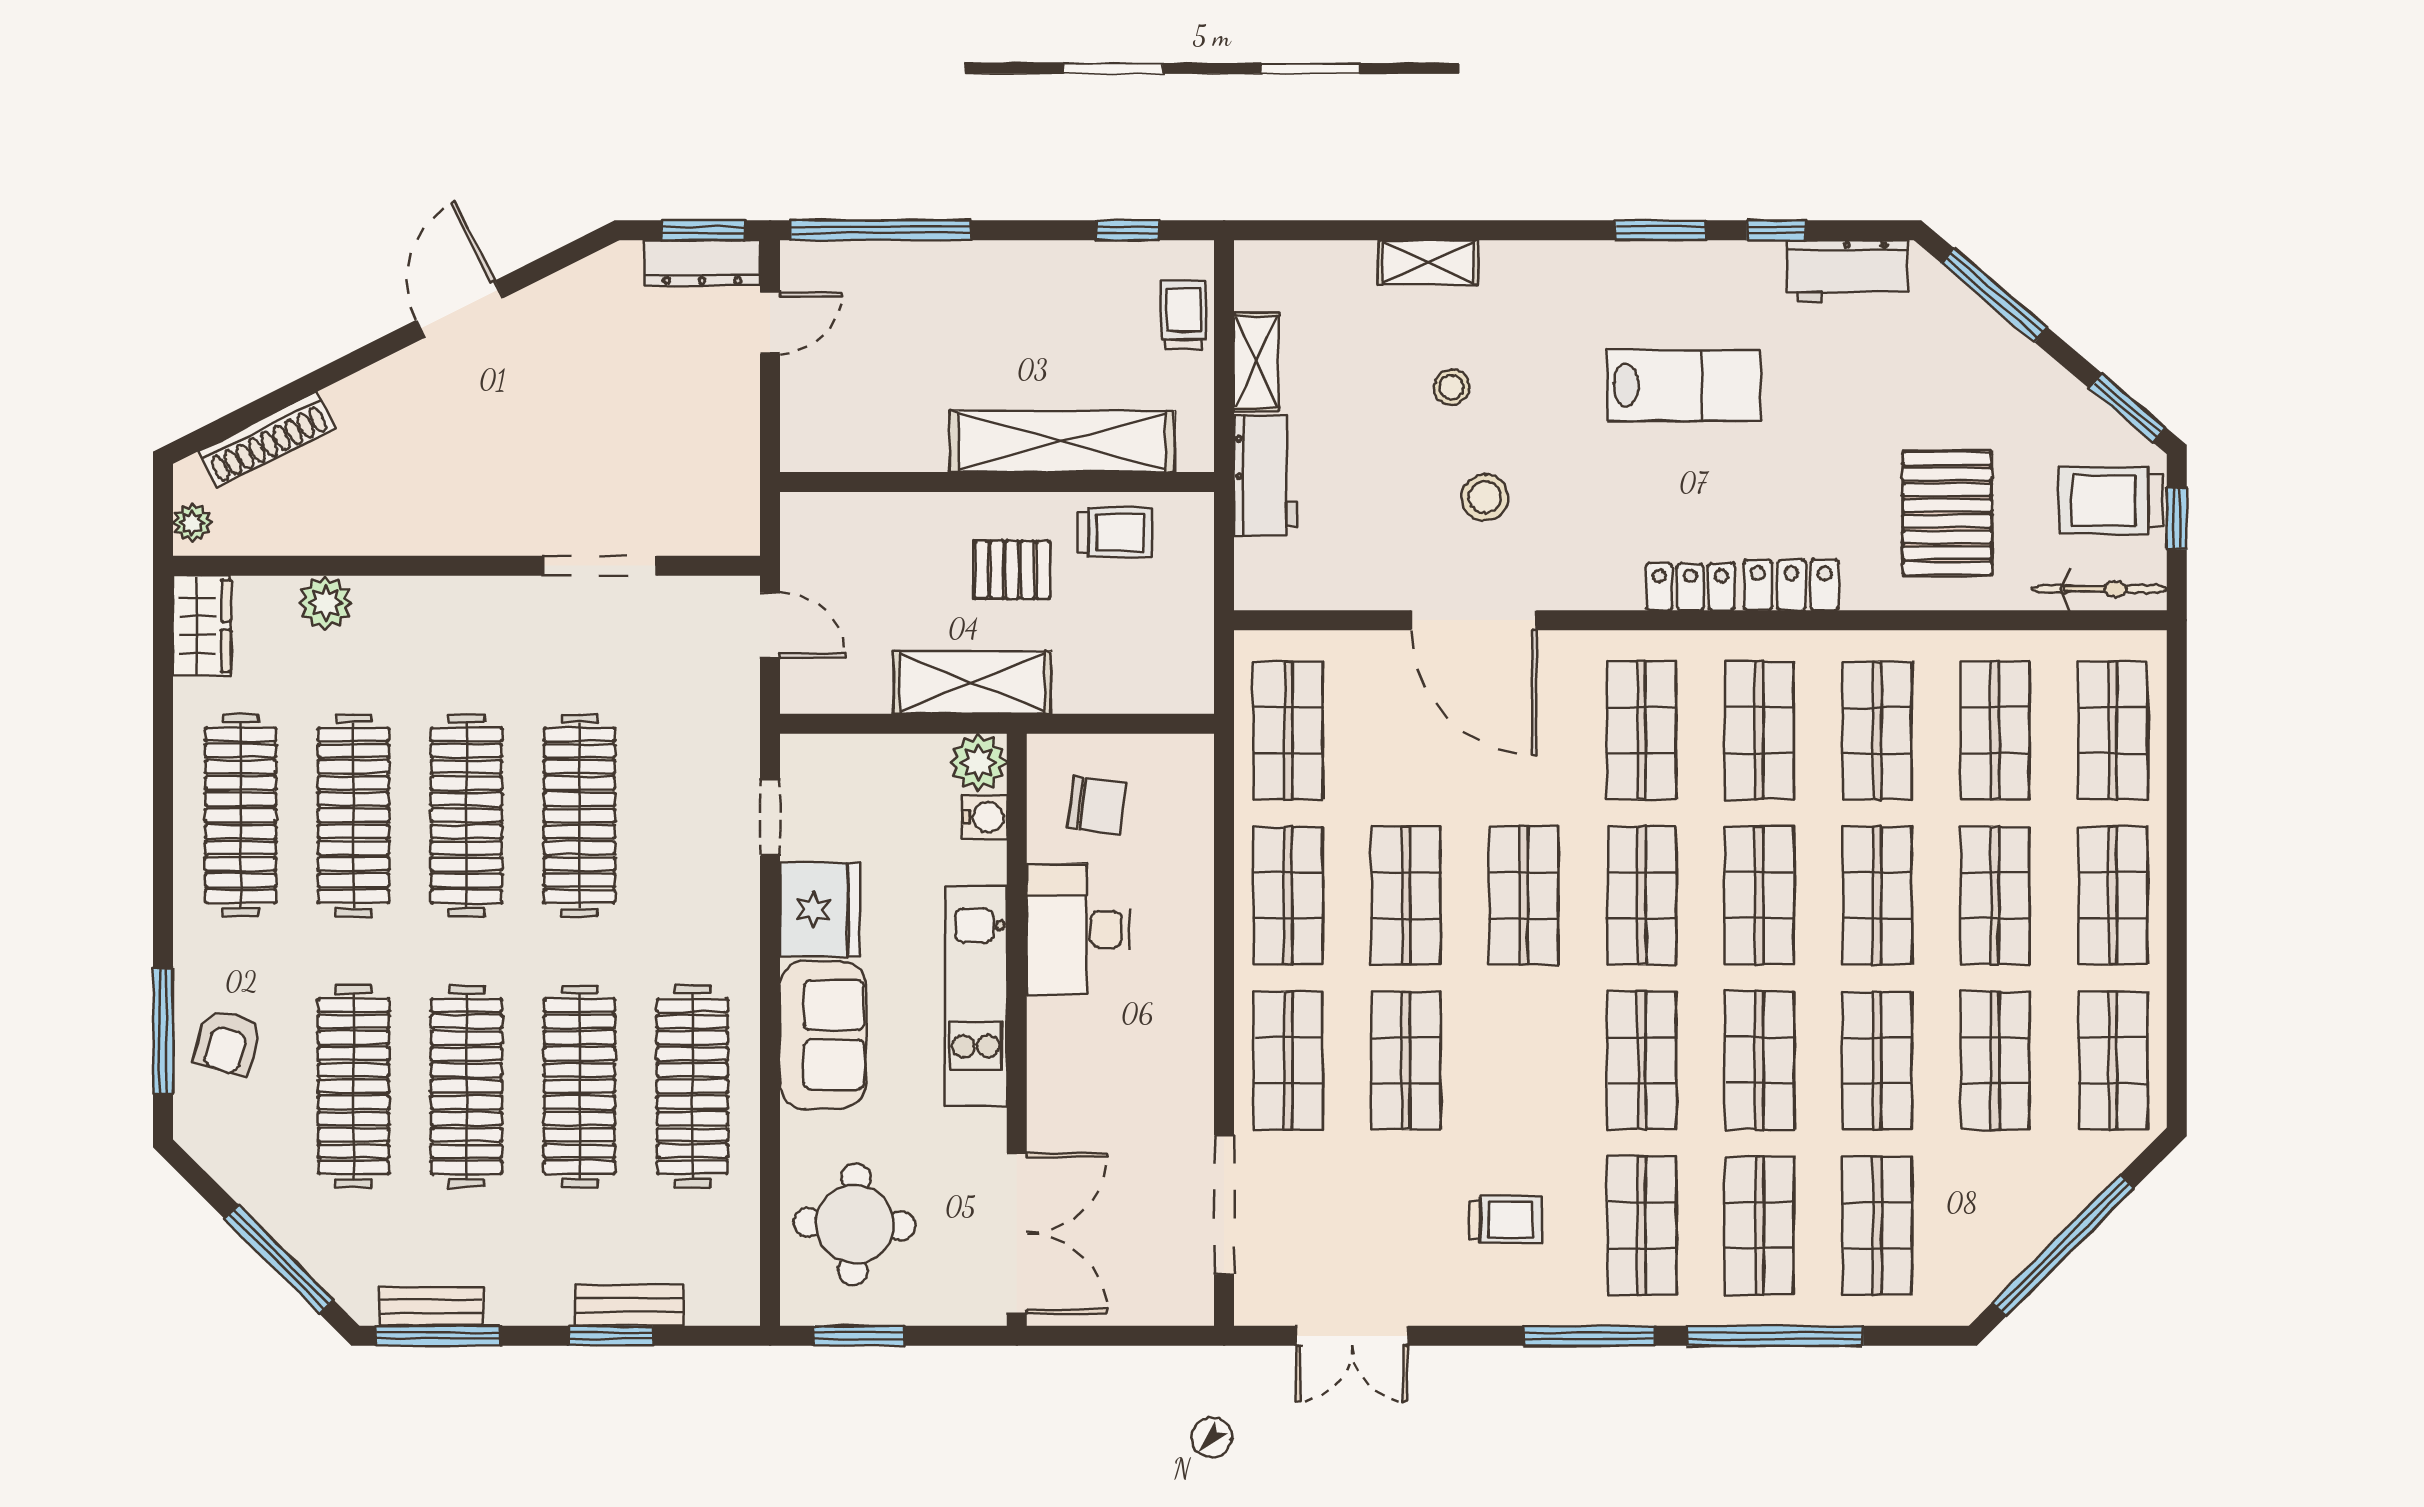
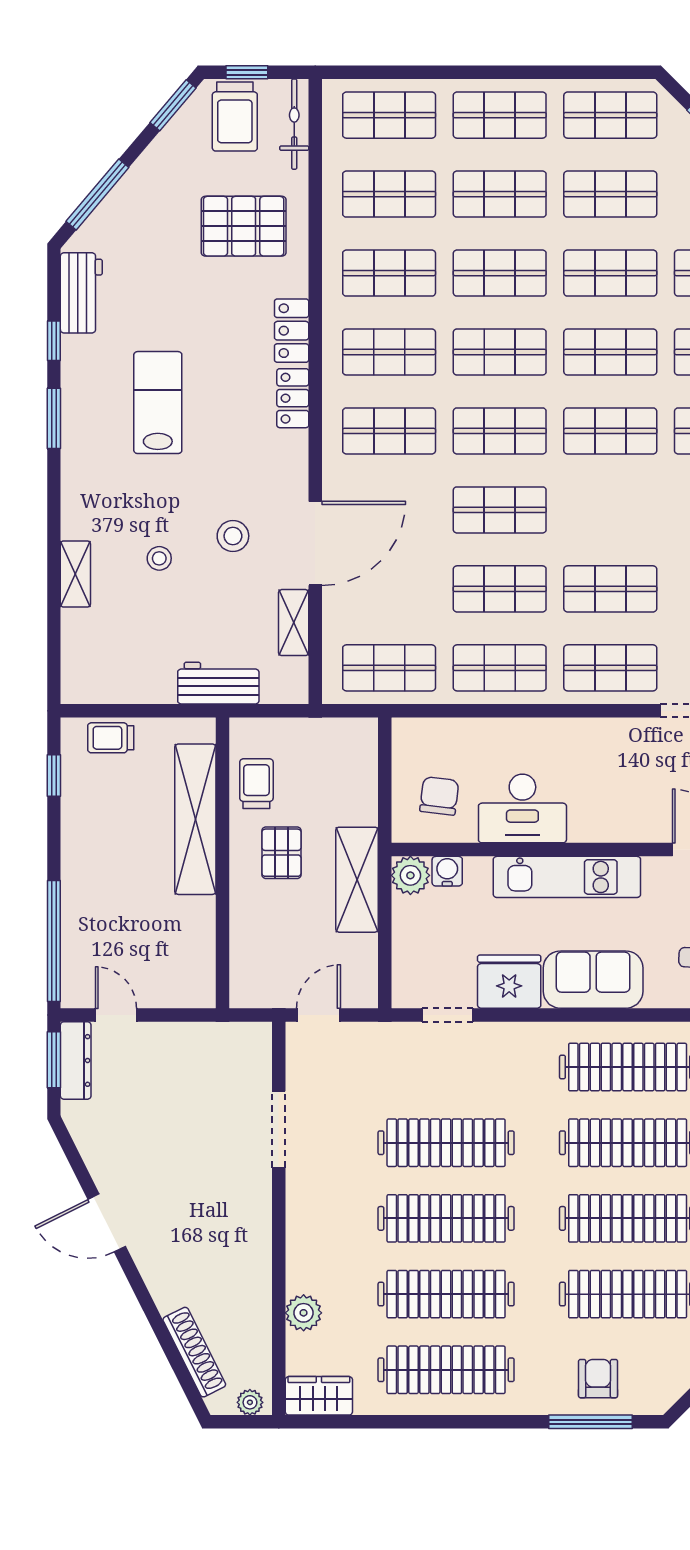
shelving: (1256, 362) -> (294, 623), moved, turned 90
armchair: (227, 1042) -> (598, 1379), turned -106

